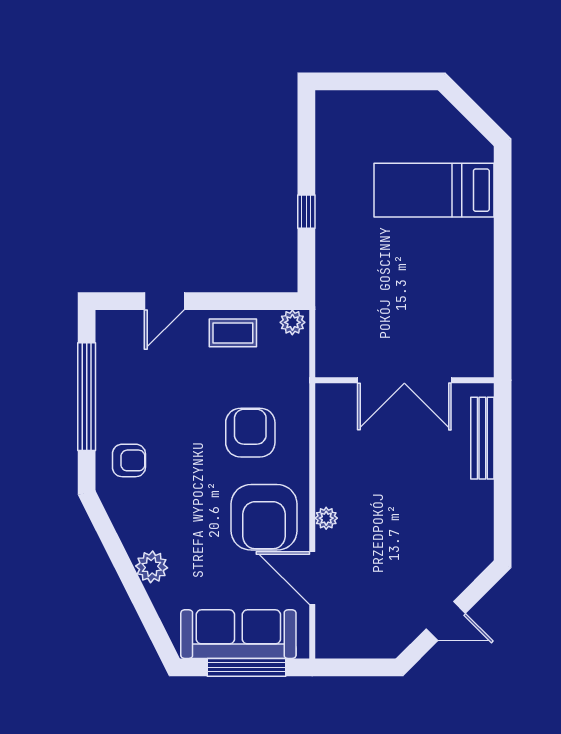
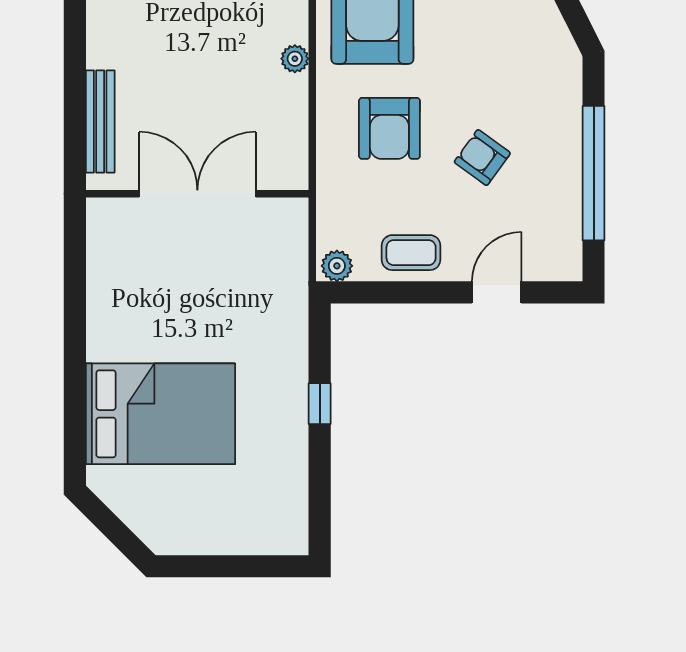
bed: (434, 190) -> (160, 414), width x1.50
armchair: (129, 460) -> (482, 158), moved, turned 36
plant: (326, 518) -> (295, 59), moved

